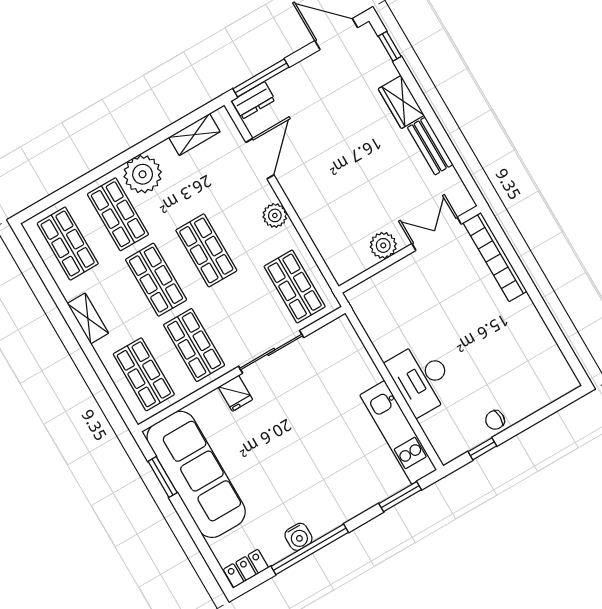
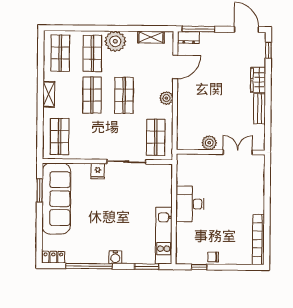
bookcase: (495, 257) -> (258, 240), moved
shop shelf: (194, 345) -> (92, 137), removed
desk: (421, 378) -> (190, 204), moved
water cooler: (298, 537) -> (115, 257), moved

